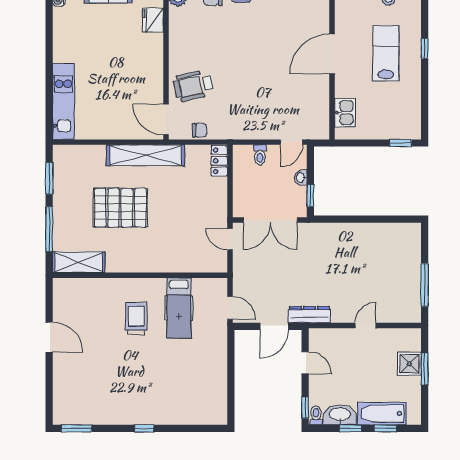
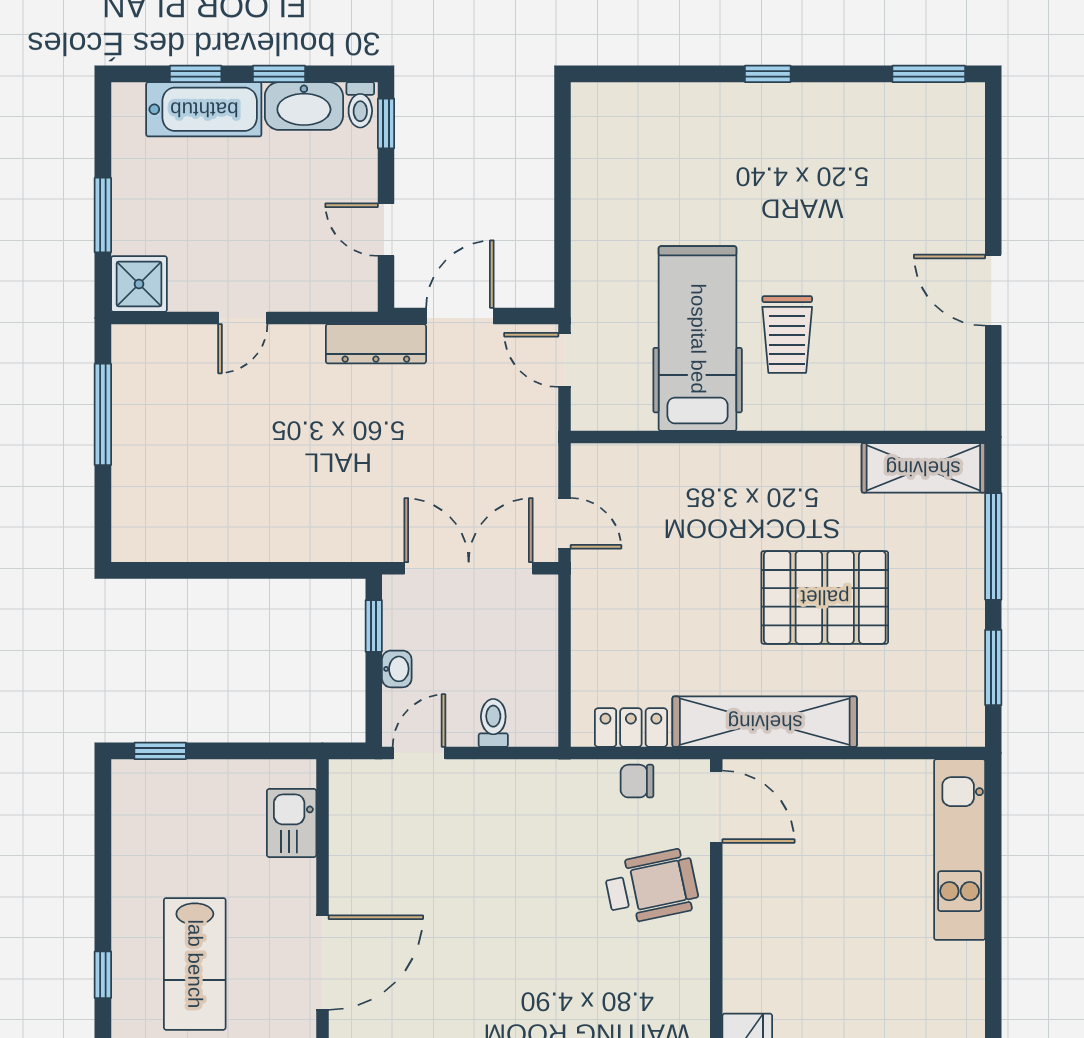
locker: (219, 161) -> (631, 728), moved, turned -90
hospital bed: (179, 308) -> (698, 339), width x1.37, depth x1.29
shower: (409, 364) -> (139, 284), moved

